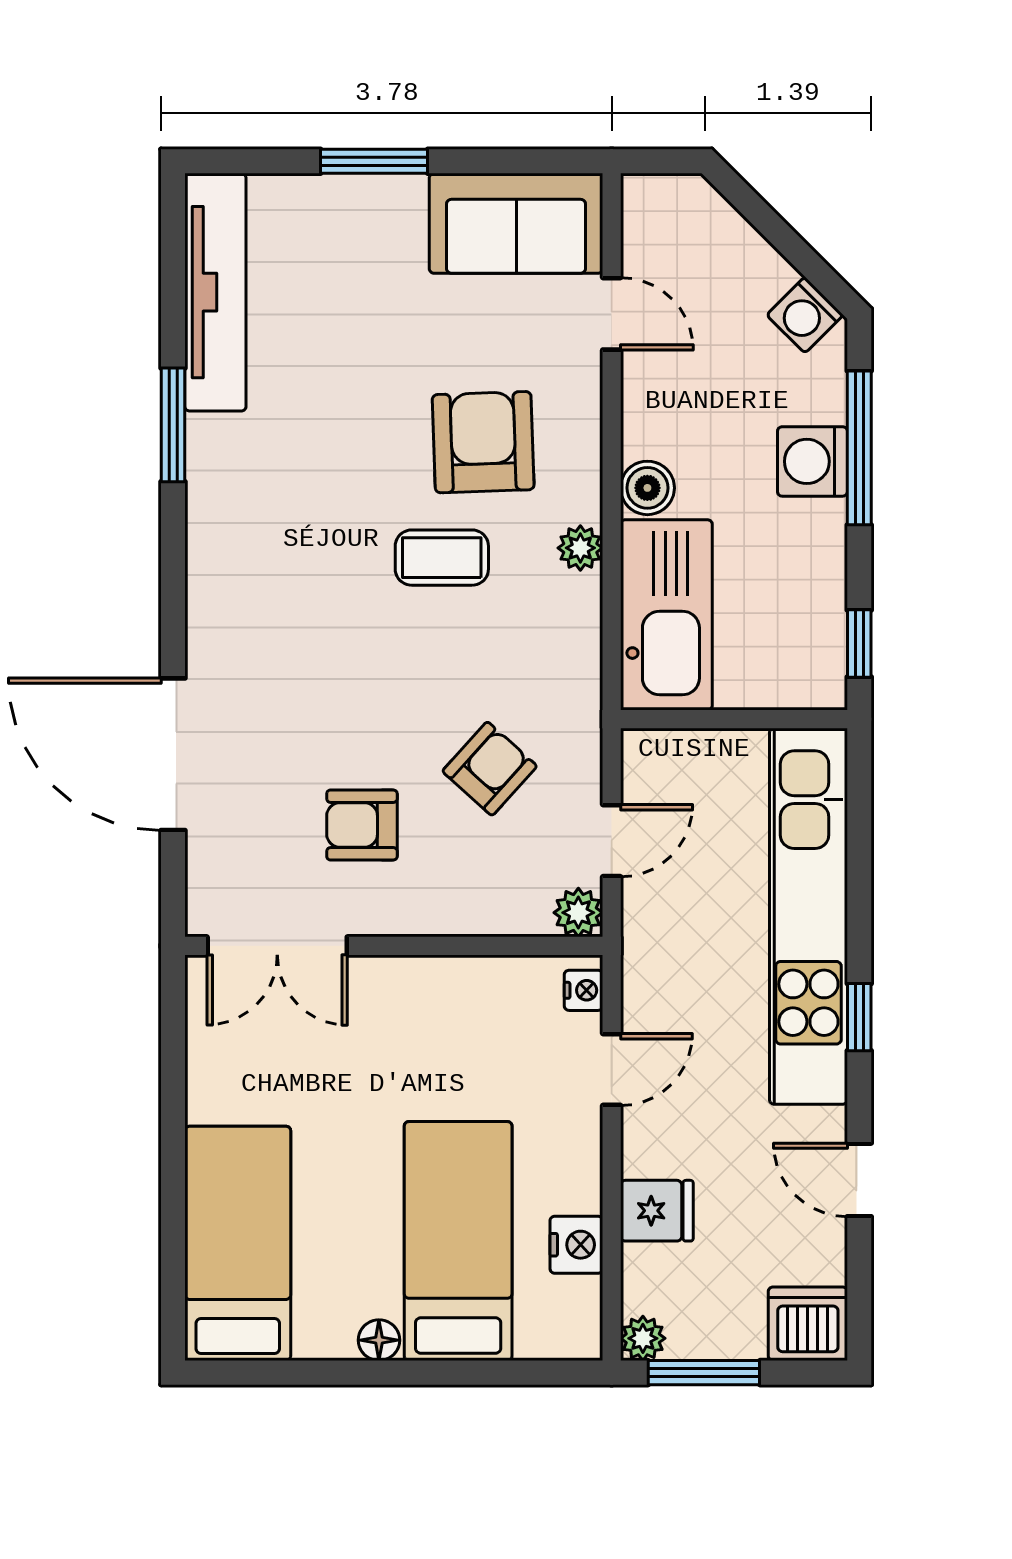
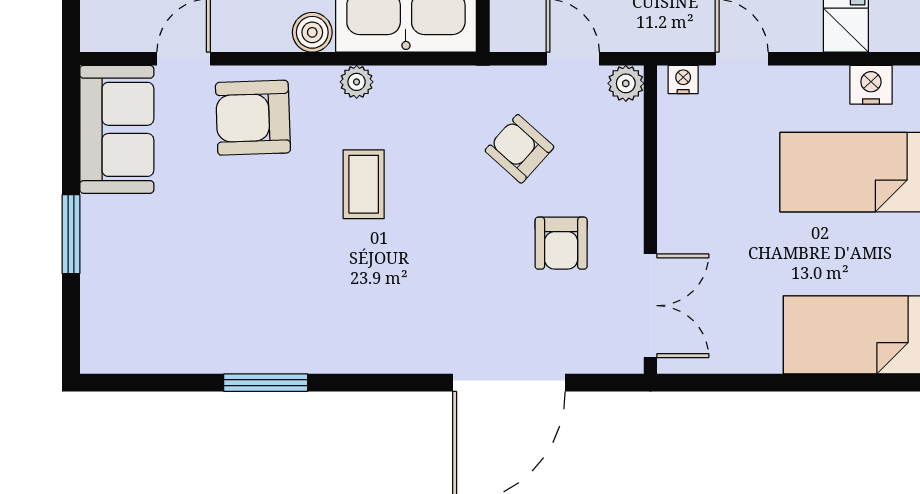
tv unit: (215, 292) -> (168, 351), removed
armchair: (483, 442) -> (253, 118), moved

